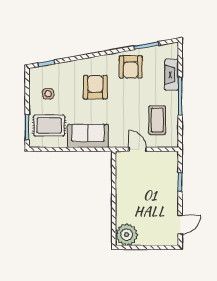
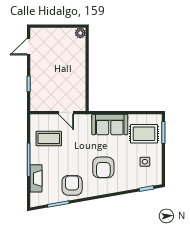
coffee table: (157, 120) -> (49, 139), turned 90
plant: (127, 235) -> (80, 33), width x0.53, depth x0.53

